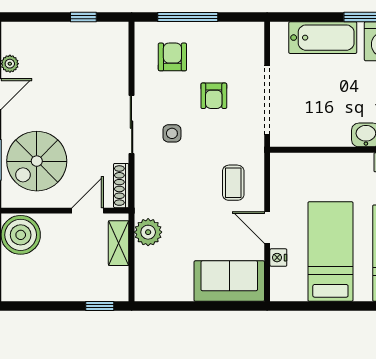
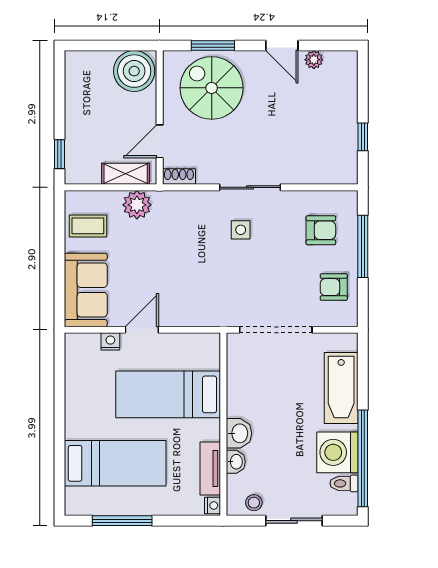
armchair: (214, 96) -> (334, 287), moved
coffee table: (233, 183) -> (88, 226), moved
shoe rack: (121, 186) -> (179, 177), width x0.70
door: (88, 211) -> (160, 141), swing flipped
bed: (330, 251) -> (168, 394), moved, turned 180

